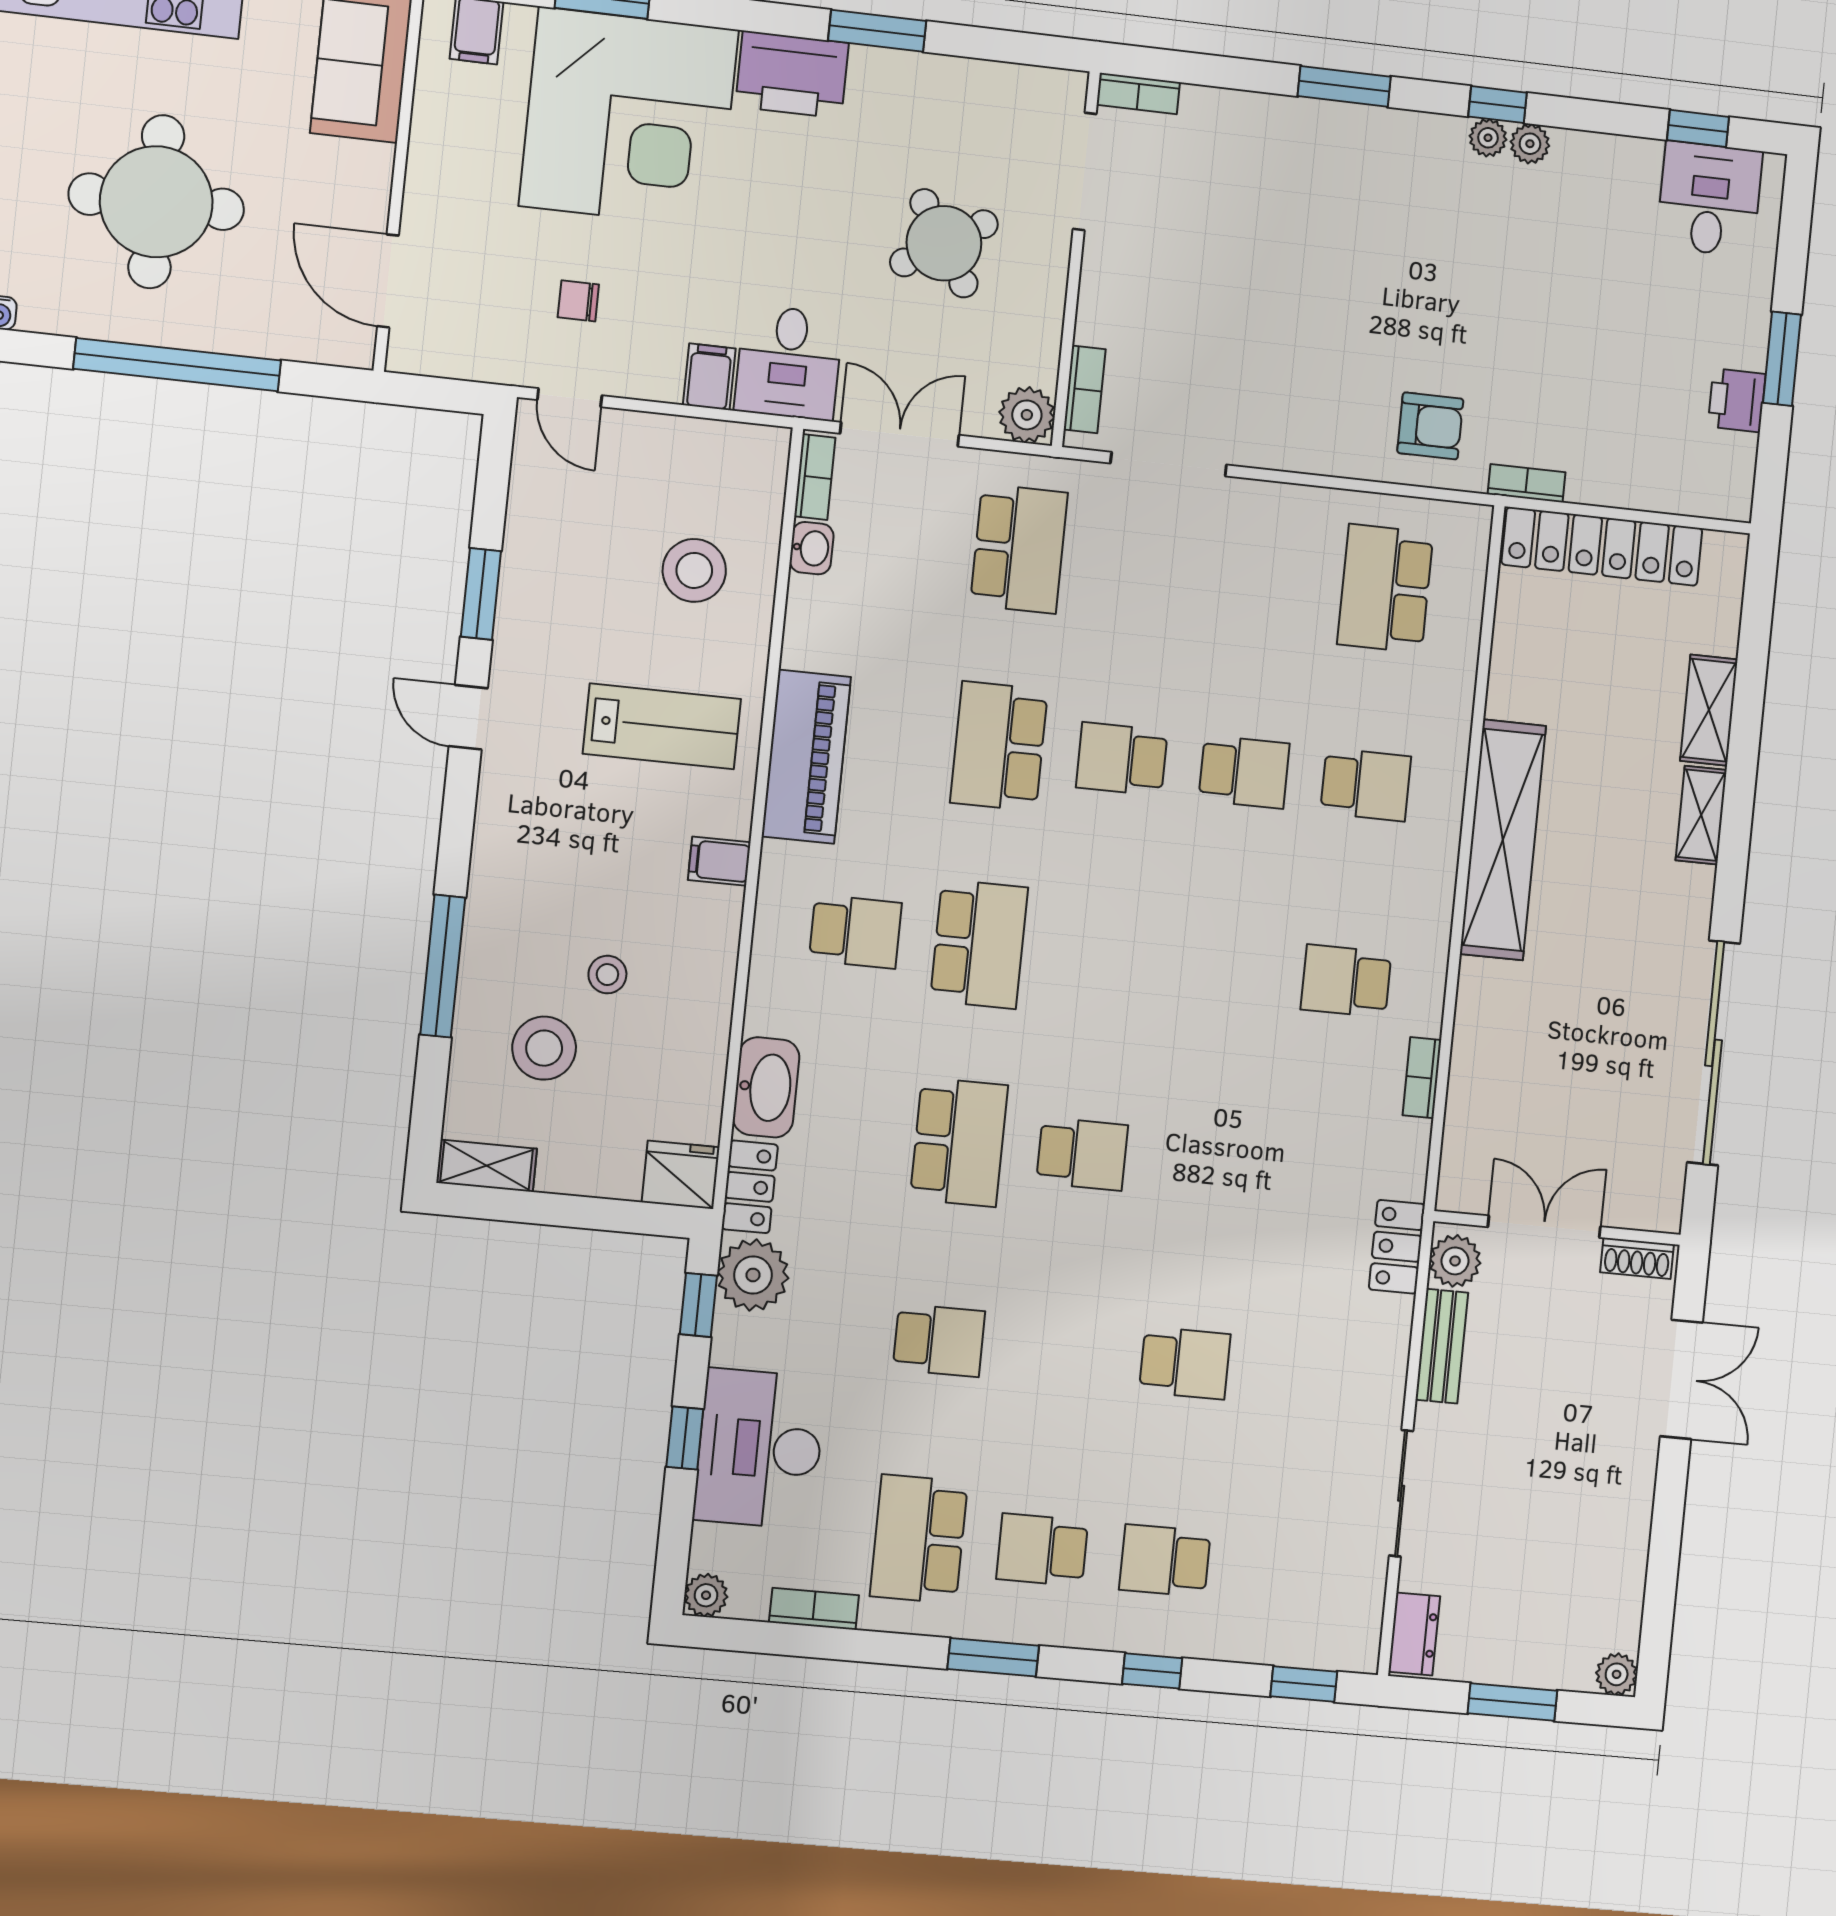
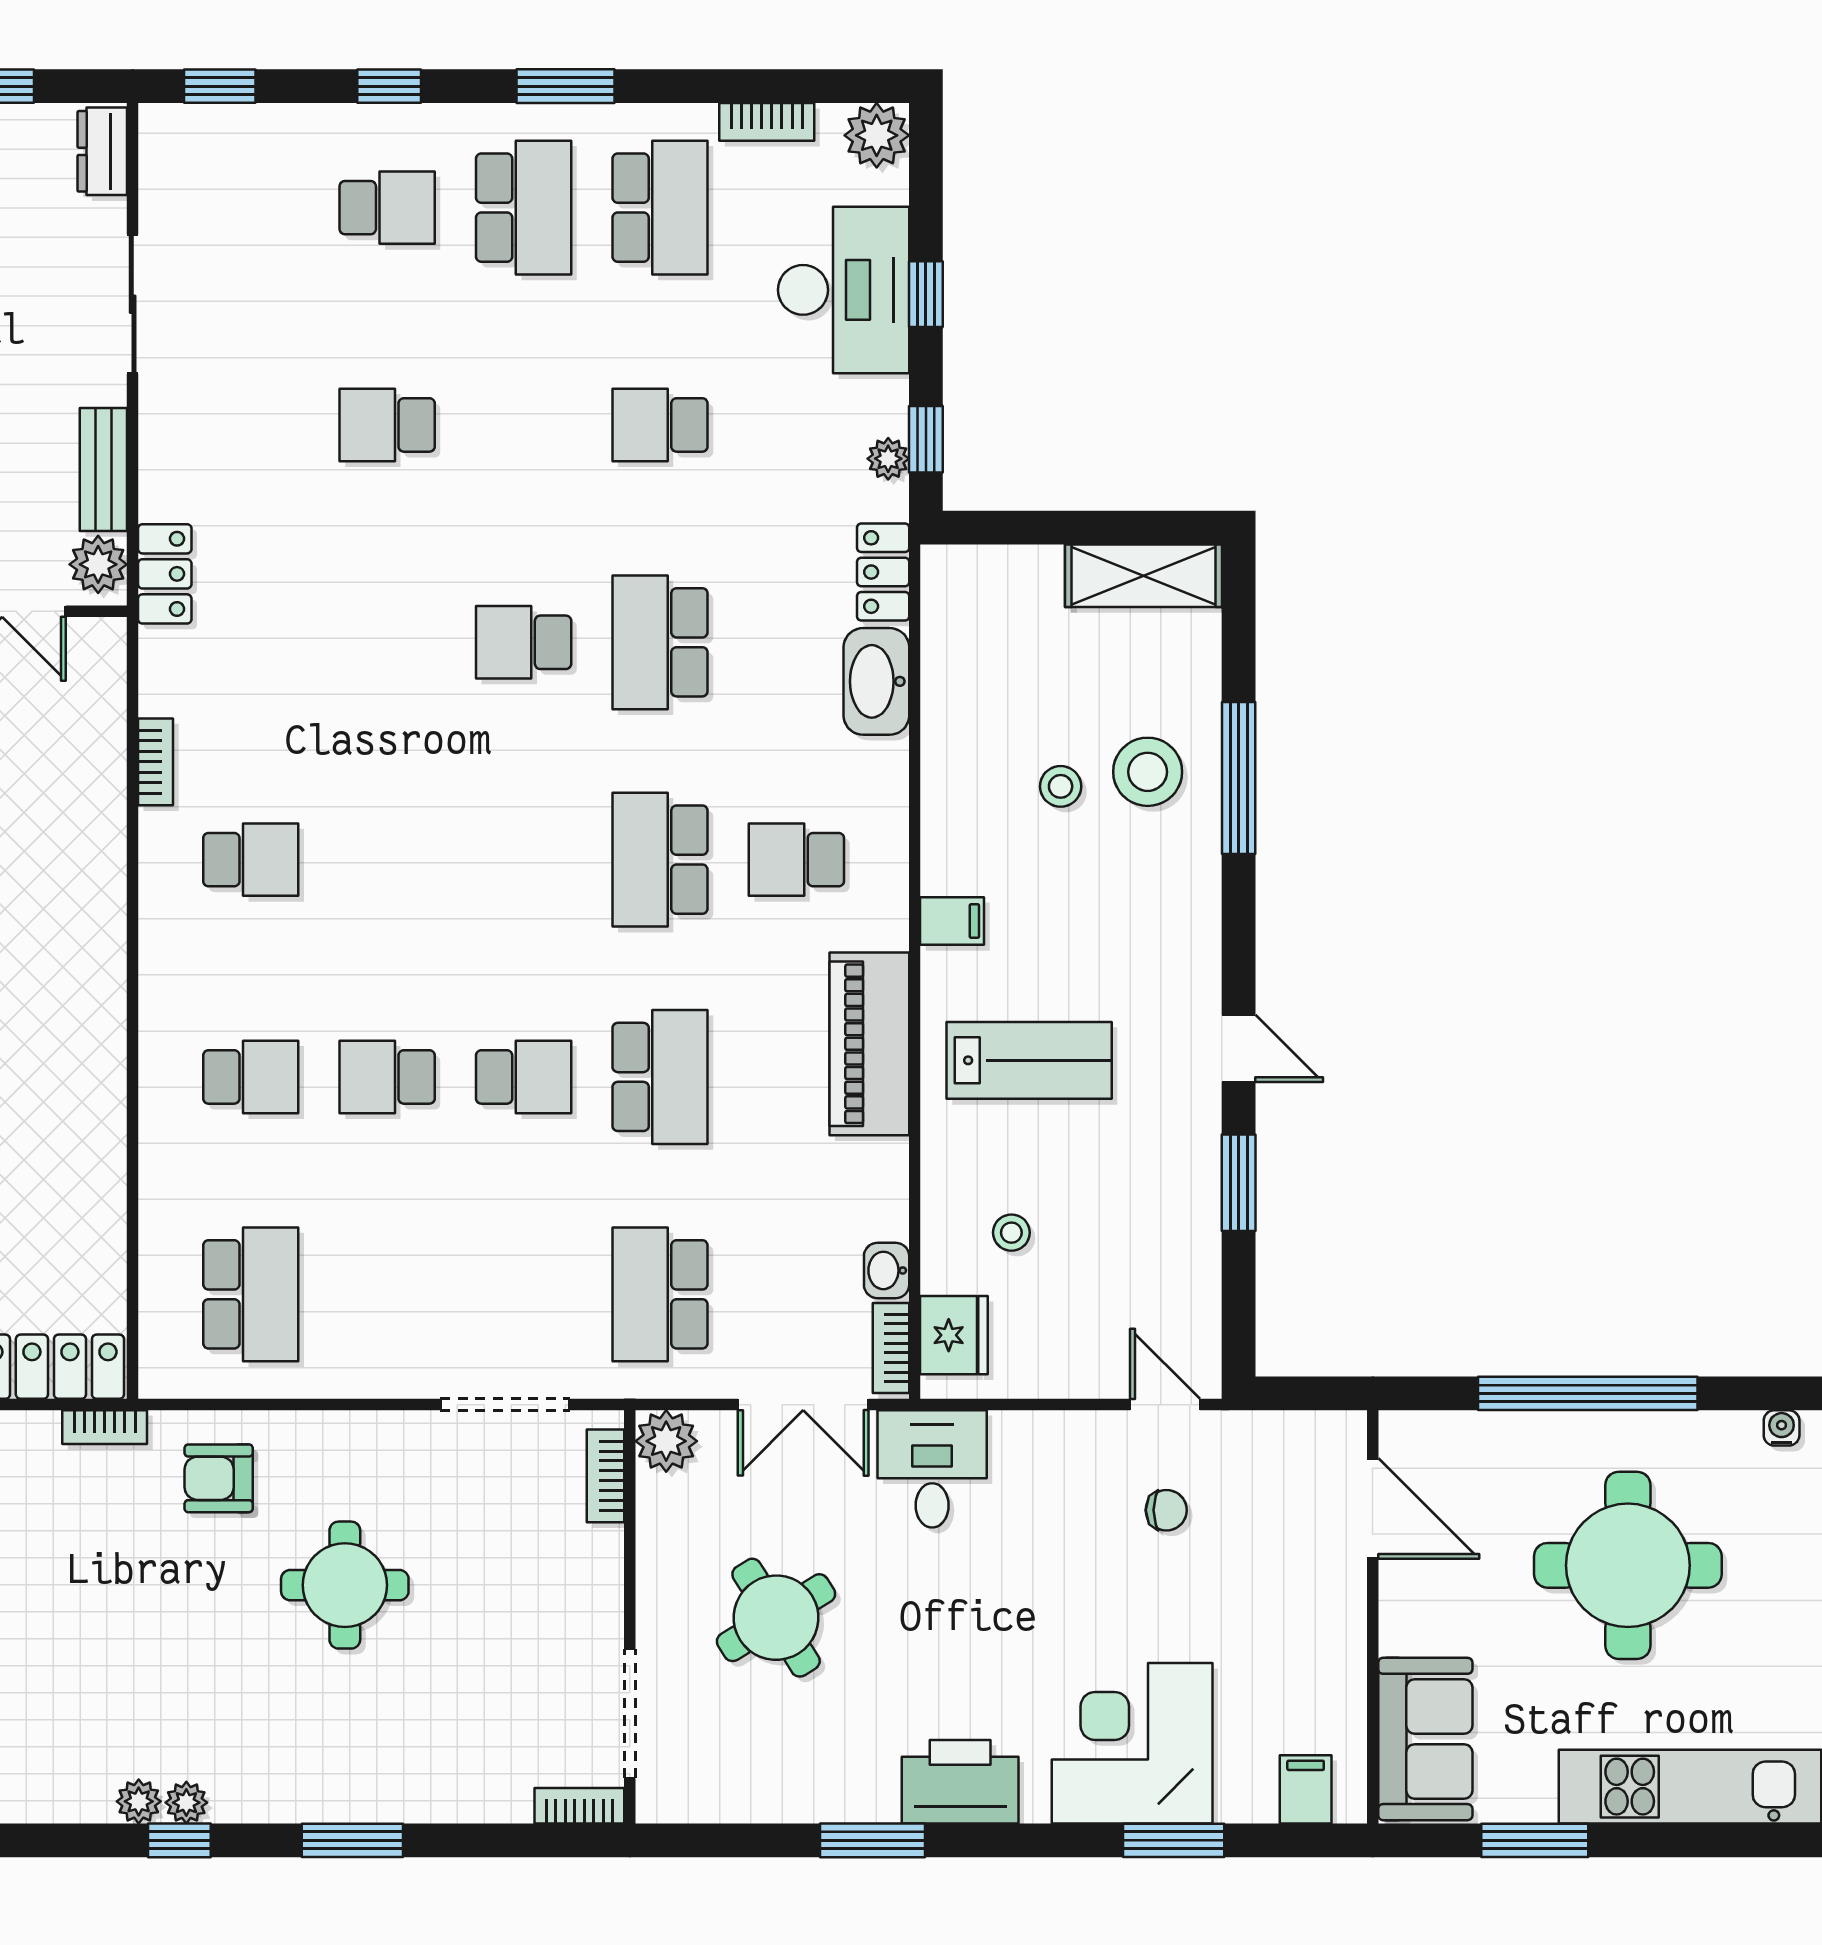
corner desk: (629, 118) -> (1132, 1743), width x0.74, depth x0.74
round table: (1328, 317) -> (345, 1585), added
filing cabinet: (709, 377) -> (1016, 1444), removed
stool: (694, 570) -> (1011, 1233), width x0.53, depth x0.53
lab bench: (662, 726) -> (1029, 1060), turned 180
school desk: (1366, 785) -> (251, 1077), turned 180
shelving: (1503, 840) -> (91, 1032), removed
stool: (544, 1048) -> (1148, 772), moved
shelving: (487, 1166) -> (1143, 576), width x1.50, depth x1.33
fridge: (681, 1175) -> (954, 1335), moved, turned -90
plant: (753, 1275) -> (888, 459), width x0.53, depth x0.53
school desk: (1042, 1550) -> (524, 208), width x1.85
plant: (706, 1595) -> (877, 135), width x1.38, depth x1.38

